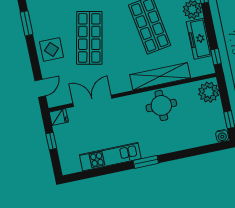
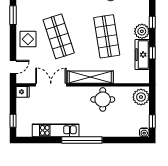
shop shelf: (89, 38) -> (59, 36), turned -30
window: (216, 57) -> (152, 53), moved
shelving: (160, 76) -> (90, 77), moved
window: (51, 141) -> (13, 121), moved
window: (146, 162) -> (82, 140), width x2.11

